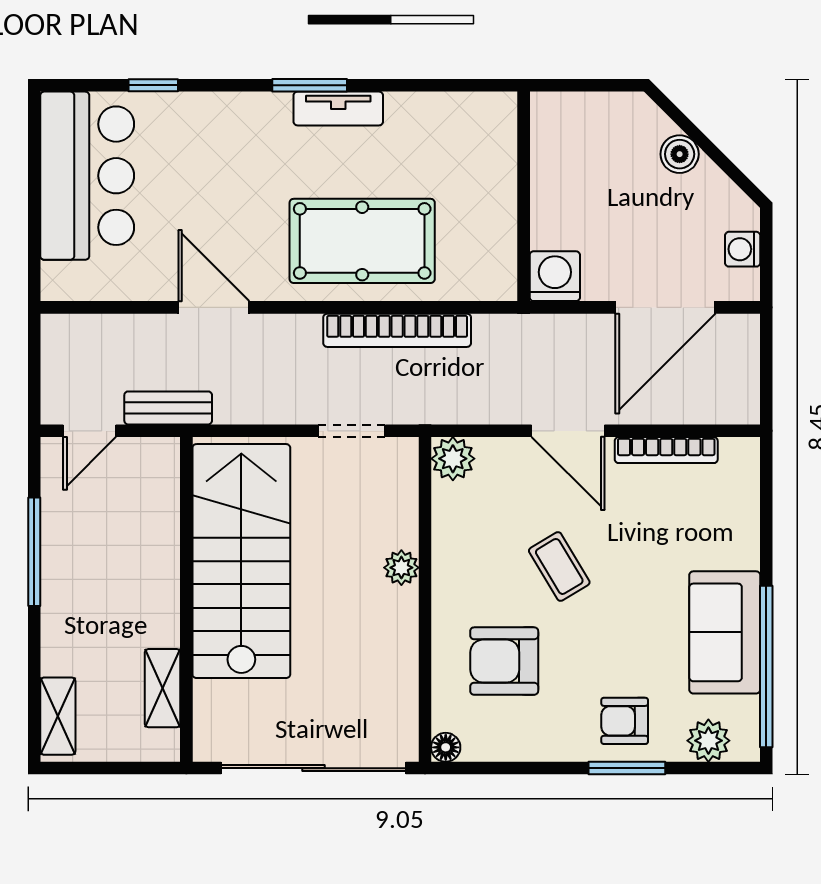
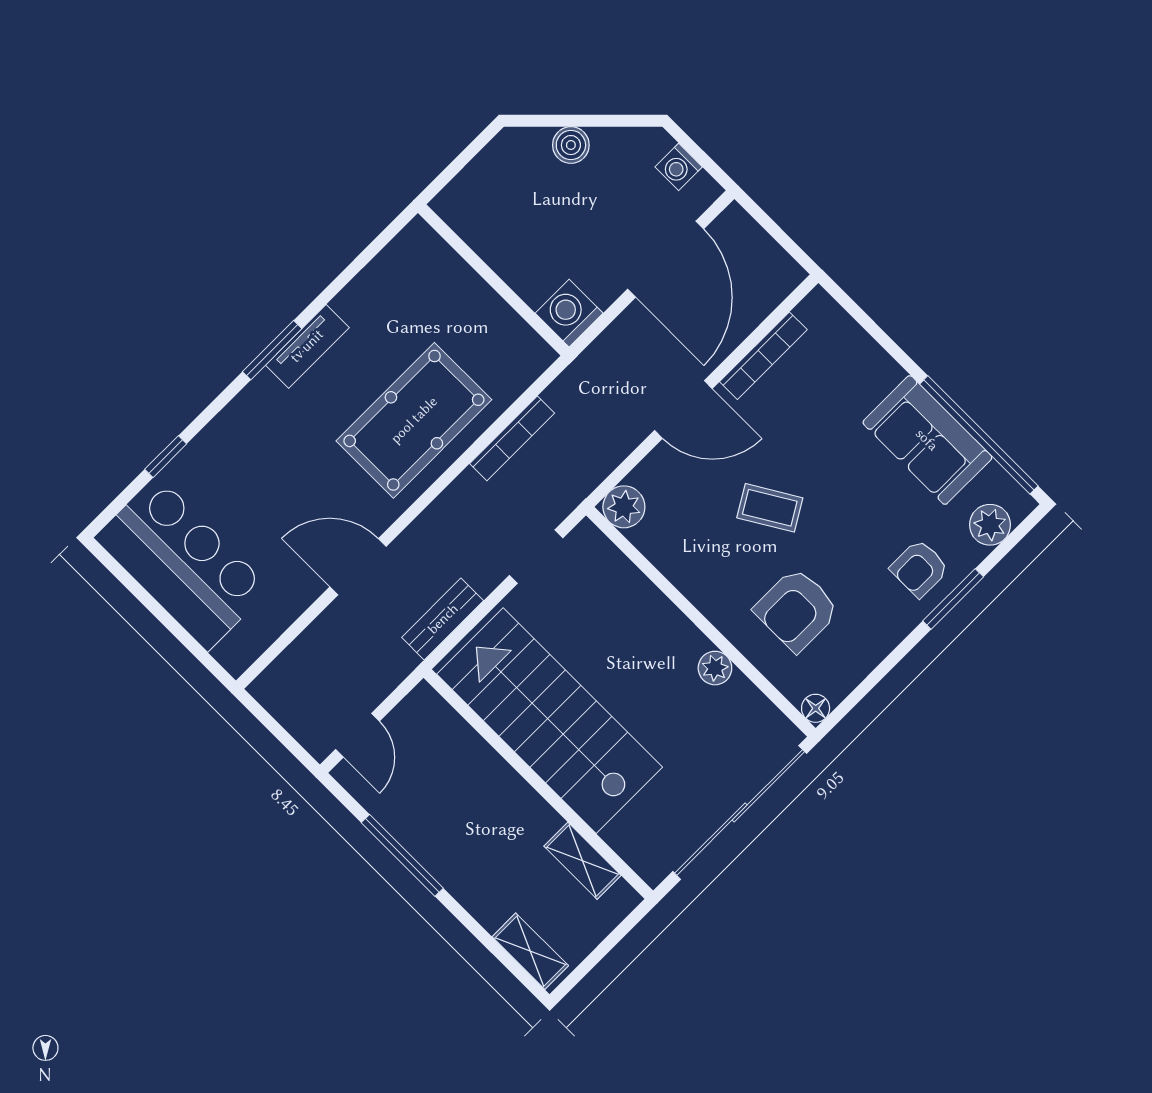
bookcase: (397, 330) -> (512, 438), width x0.68, depth x0.76
bench: (168, 408) -> (443, 619), moved
plant: (401, 568) -> (715, 668), moved

